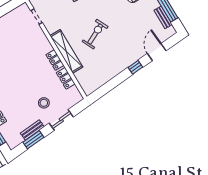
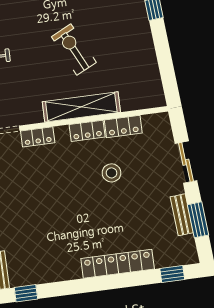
locker: (40, 35) -> (38, 137), added
stool: (44, 103) -> (112, 173), moved

